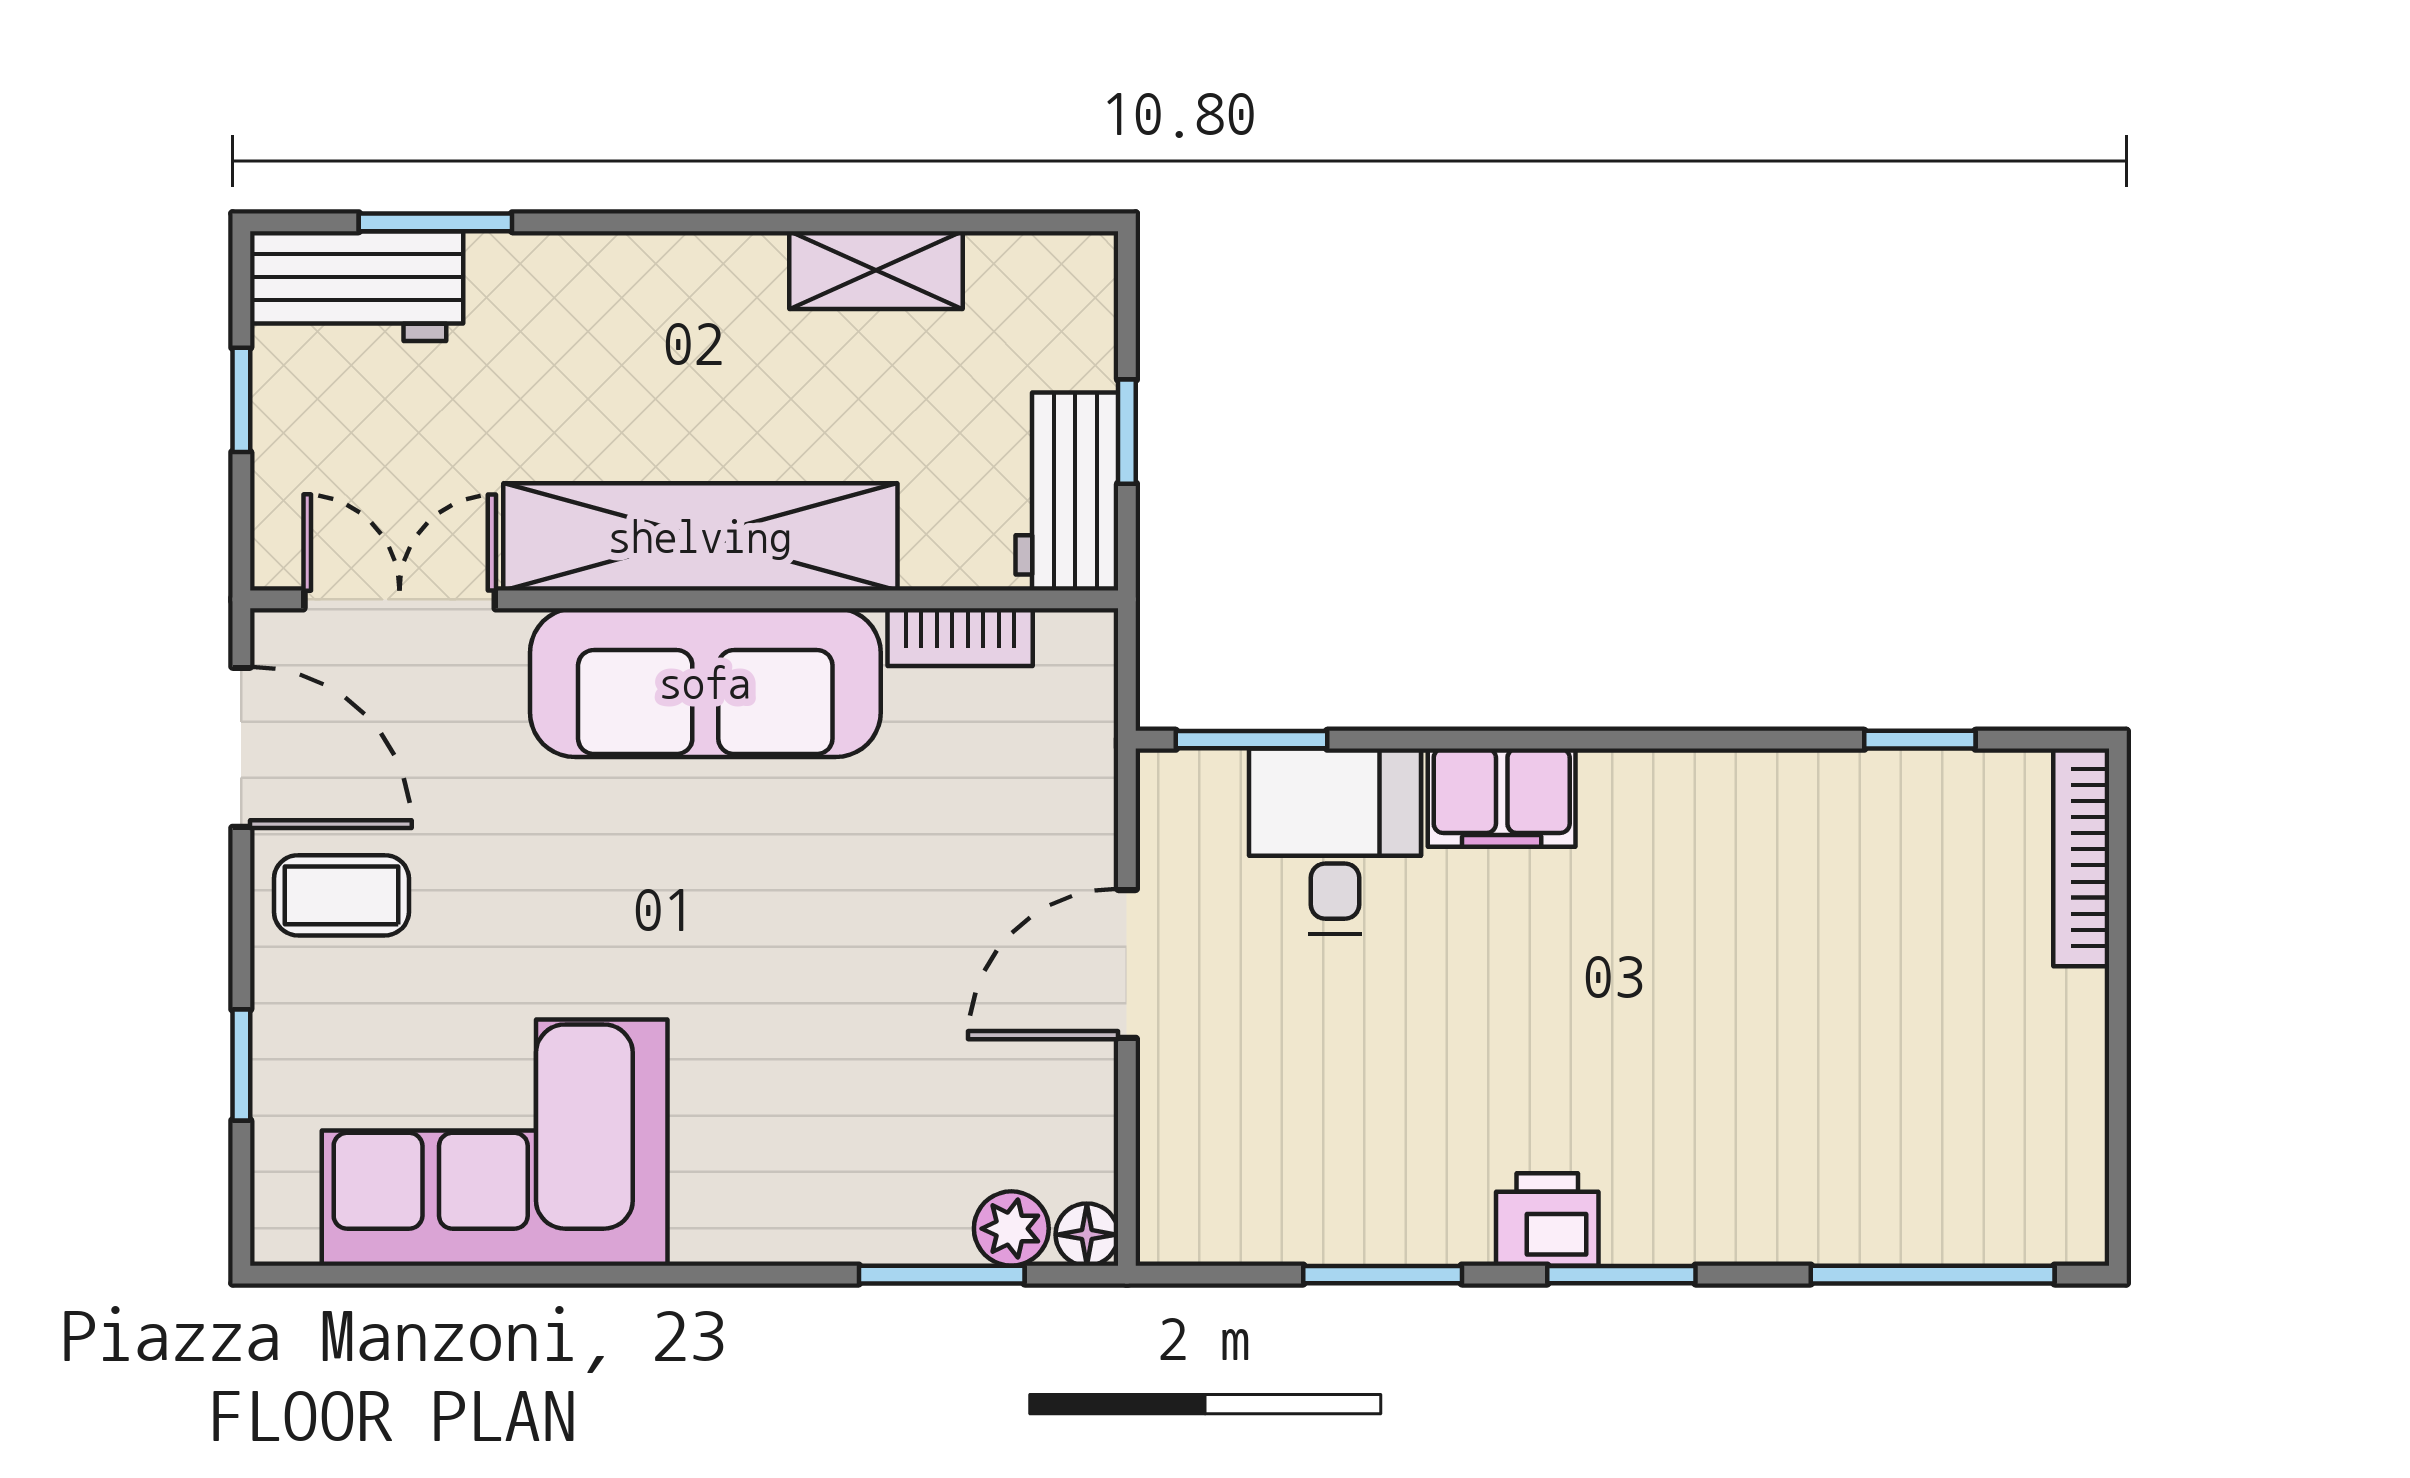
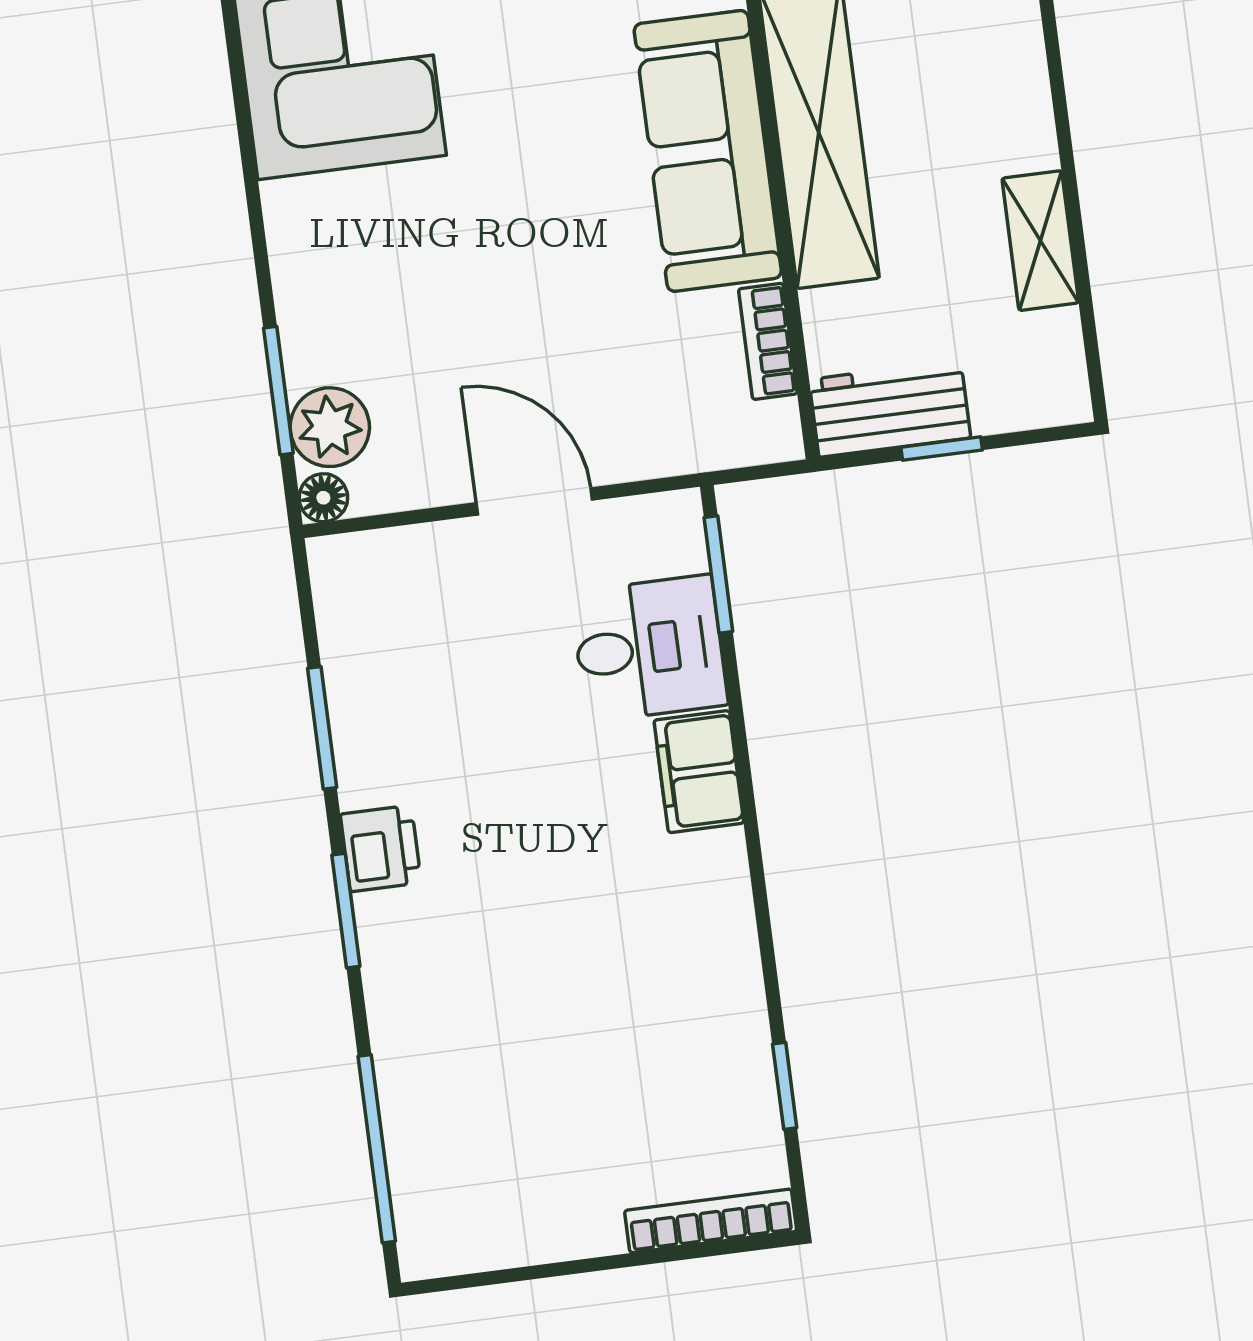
plant: (1011, 1229) -> (330, 427), width x1.38, depth x1.38

